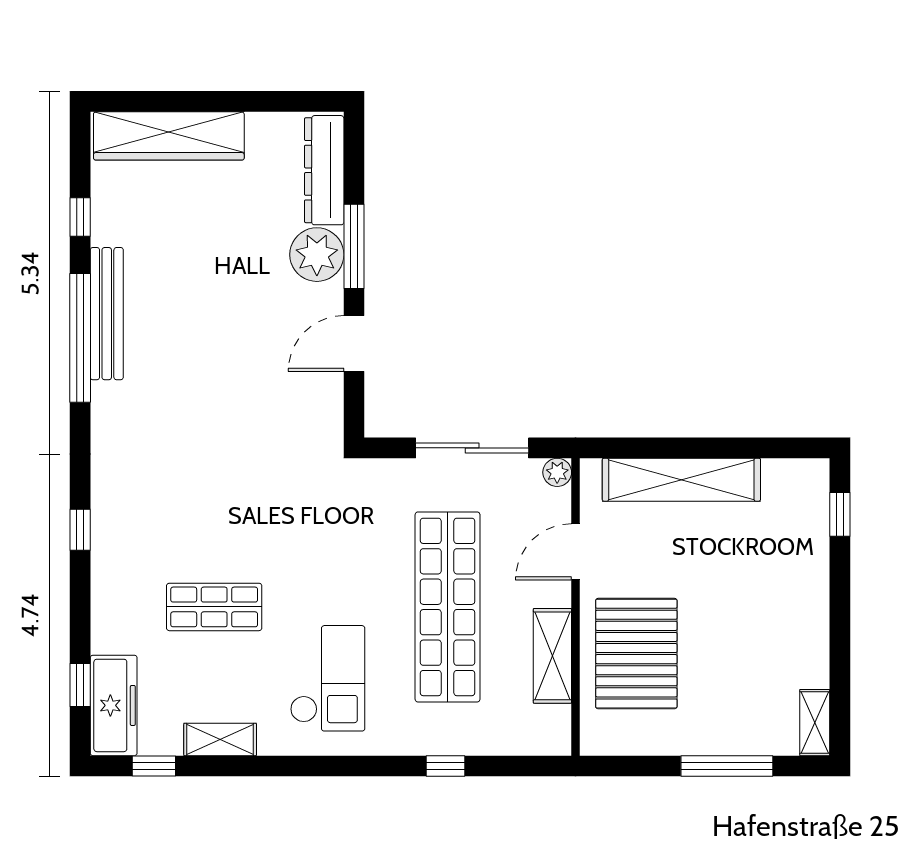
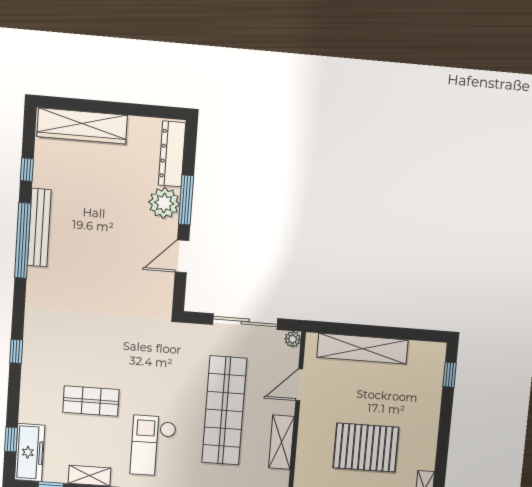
pallet: (636, 654) -> (366, 447), moved, turned 90
checkout: (328, 678) -> (153, 446), turned 180

